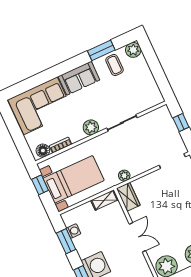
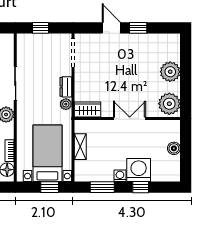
dresser: (139, 169) -> (66, 87), added
window: (40, 185) -> (50, 187), moved
shelving: (104, 200) -> (80, 147), moved
washing machine: (73, 231) -> (120, 176), moved

